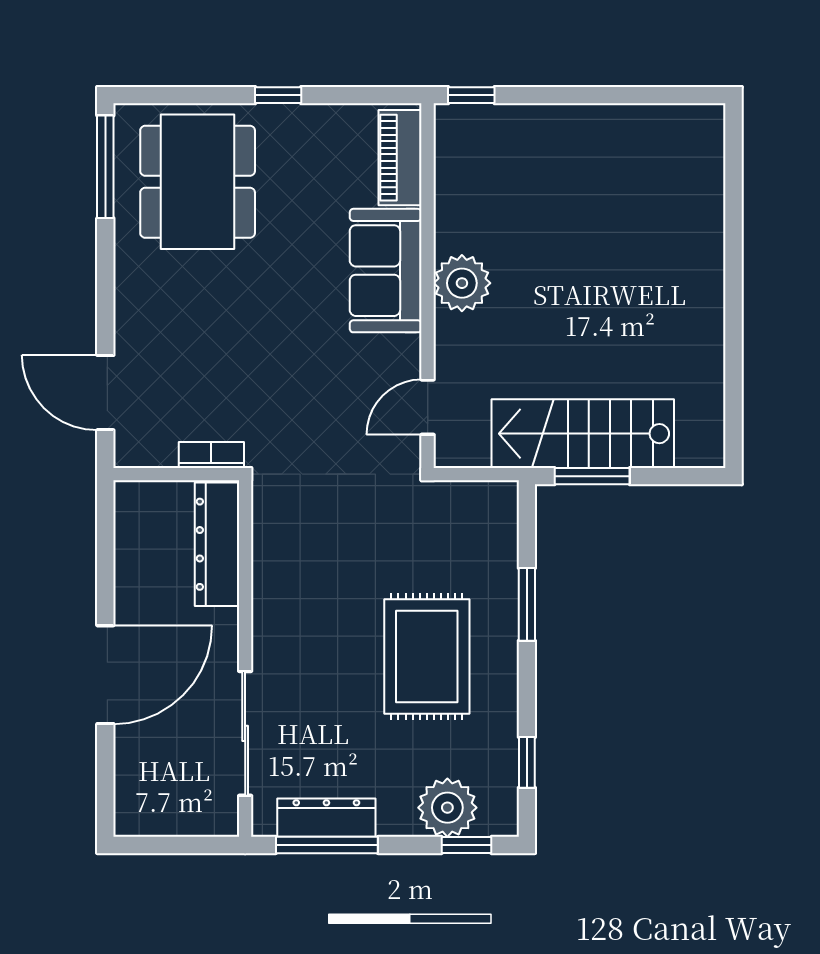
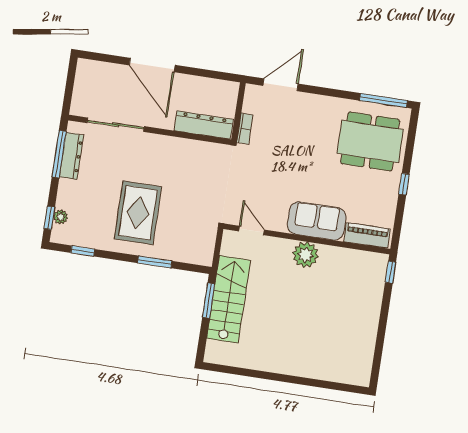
rug: (427, 657) -> (138, 213), turned 90
plant: (447, 808) -> (61, 217), width x0.53, depth x0.53

